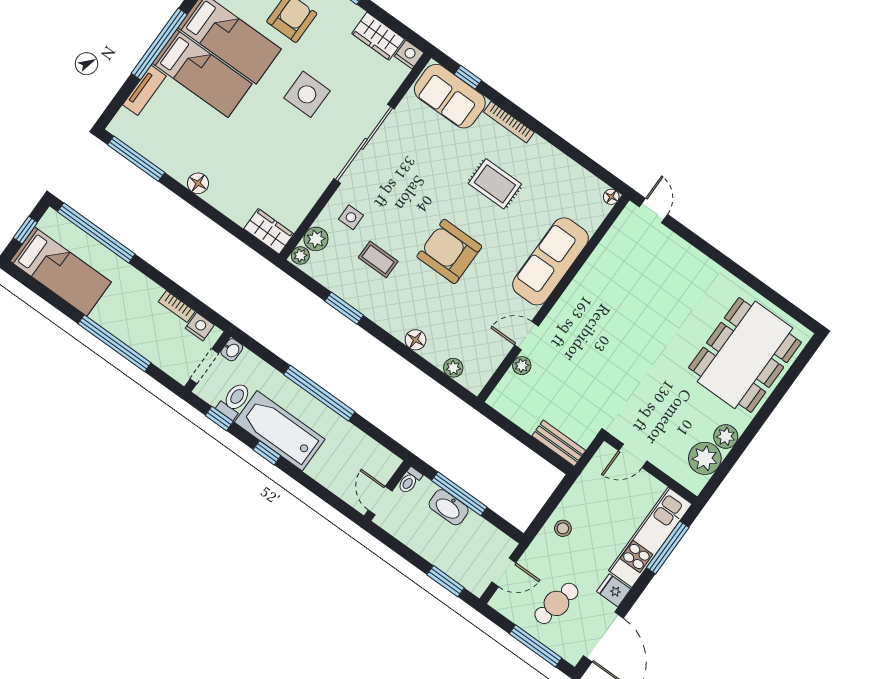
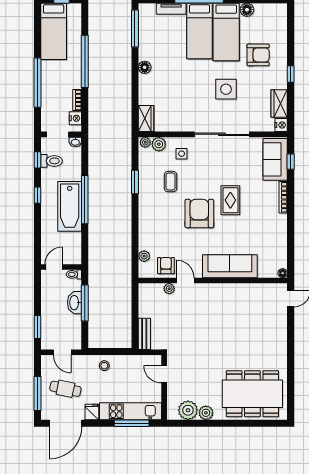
rug: (495, 184) -> (230, 200), moved
window: (96, 233) -> (85, 61), moved
floor lamp: (416, 340) -> (144, 228), removed
armchair: (487, 347) -> (166, 266), added
bathtub: (280, 431) -> (70, 206), moved, turned 180

